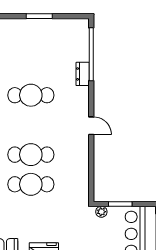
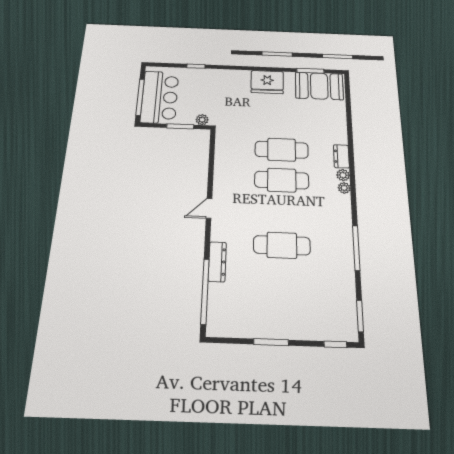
dresser: (83, 74) -> (217, 262), width x1.44
door: (91, 126) -> (209, 208), hinge flipped

